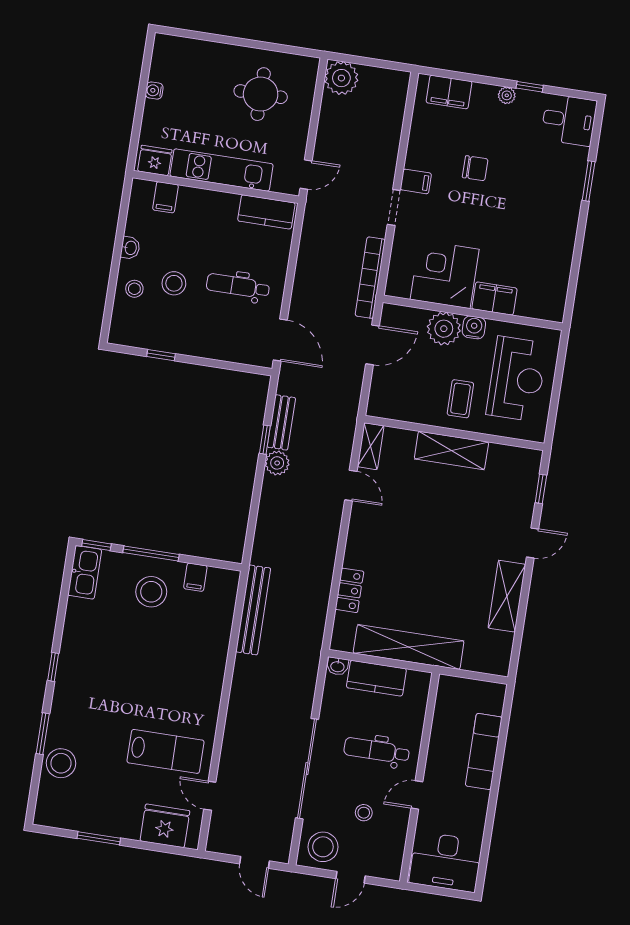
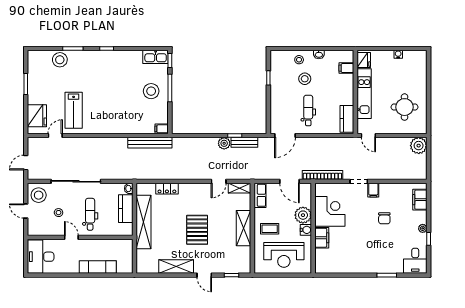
row of seats: (391, 408) -> (260, 195), added
pallet: (440, 543) -> (197, 230), added
filing cabinet: (195, 577) -> (162, 129), moved

